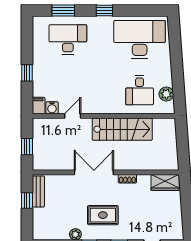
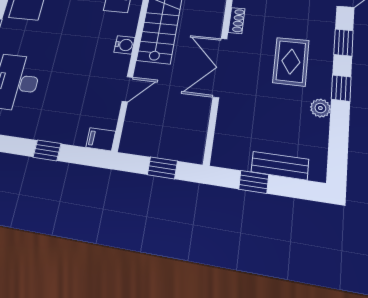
water cooler: (52, 108) -> (125, 45), moved
door: (73, 116) -> (127, 89), swing flipped
bench: (38, 191) -> (280, 166), moved

